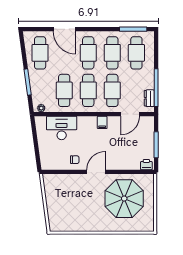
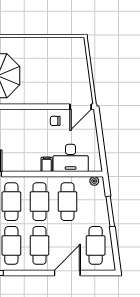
door: (64, 29) -> (67, 273), hinge flipped
filing cabinet: (102, 122) -> (47, 164), moved
door: (96, 172) -> (81, 107), moved

